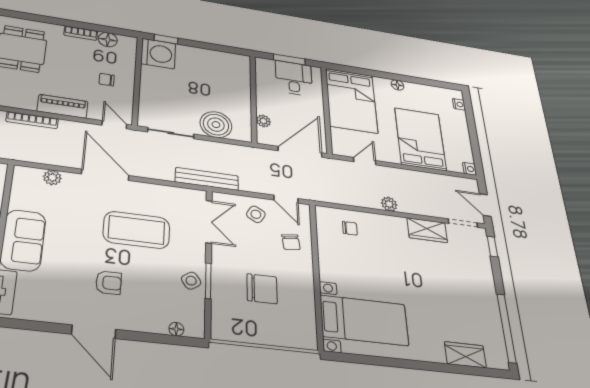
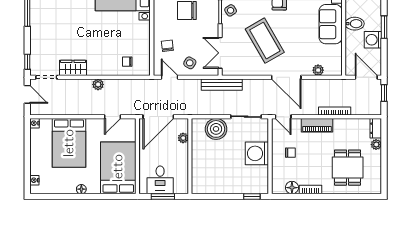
washing machine: (158, 54) -> (257, 153), moved
coffee table: (137, 230) -> (265, 41), turned 60

